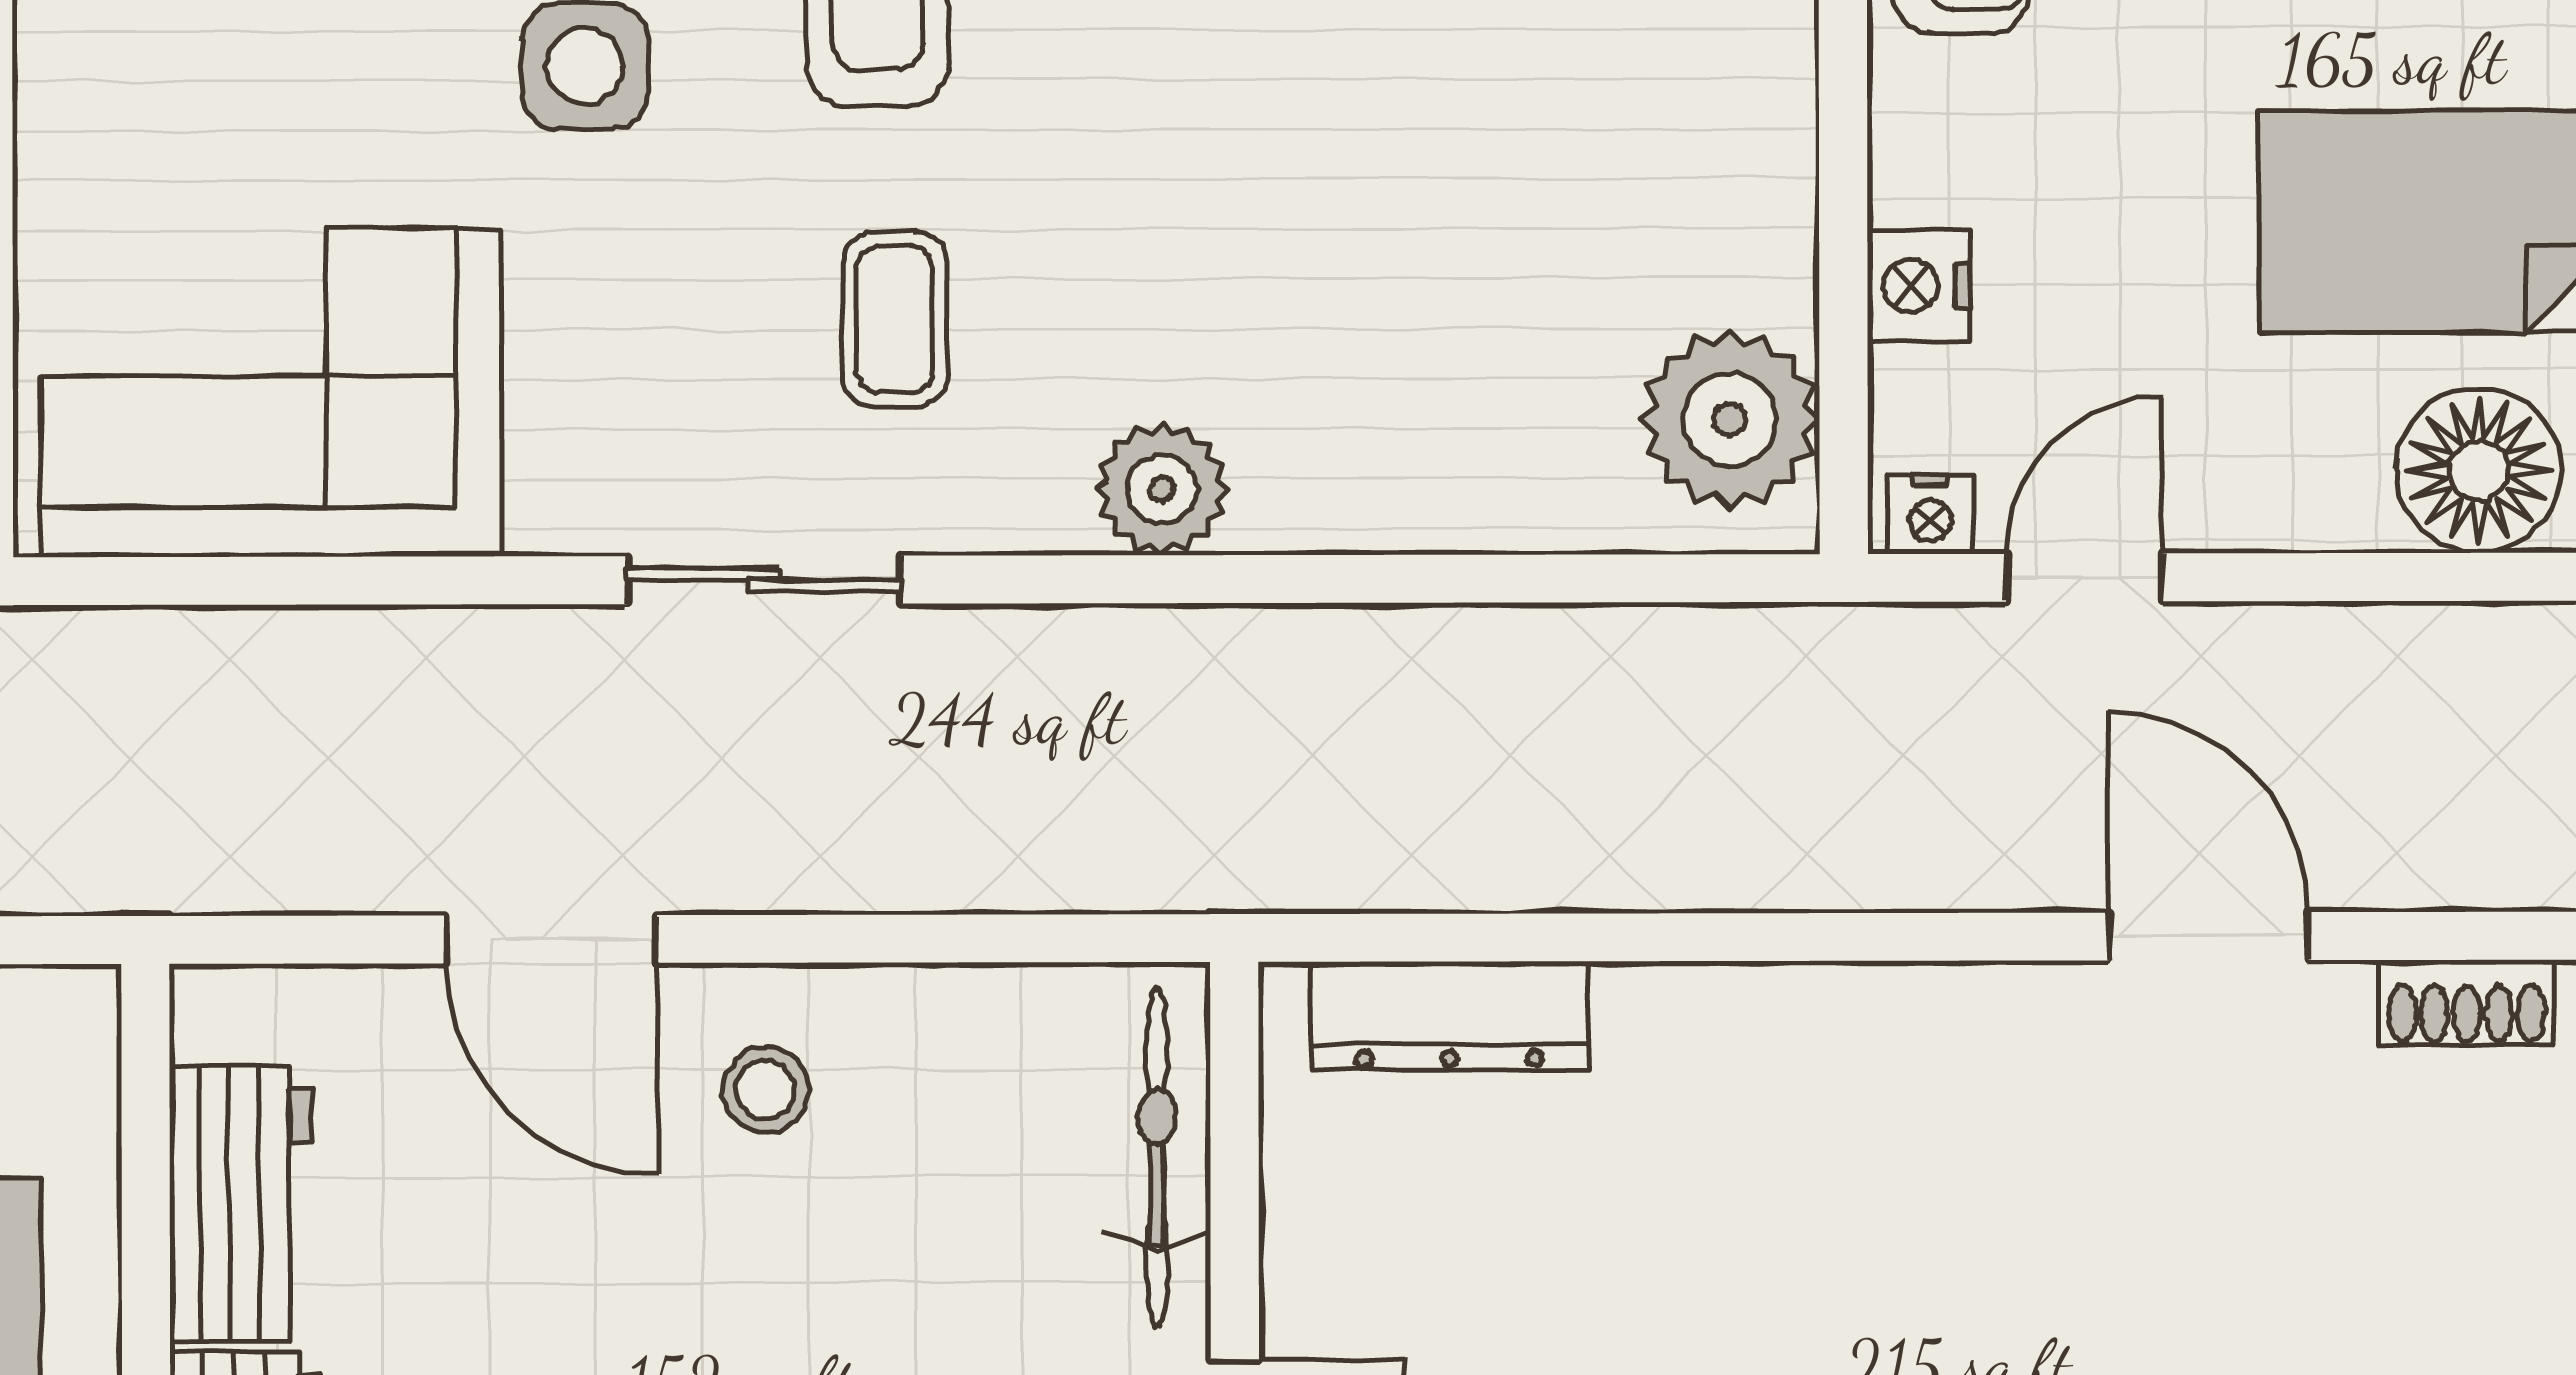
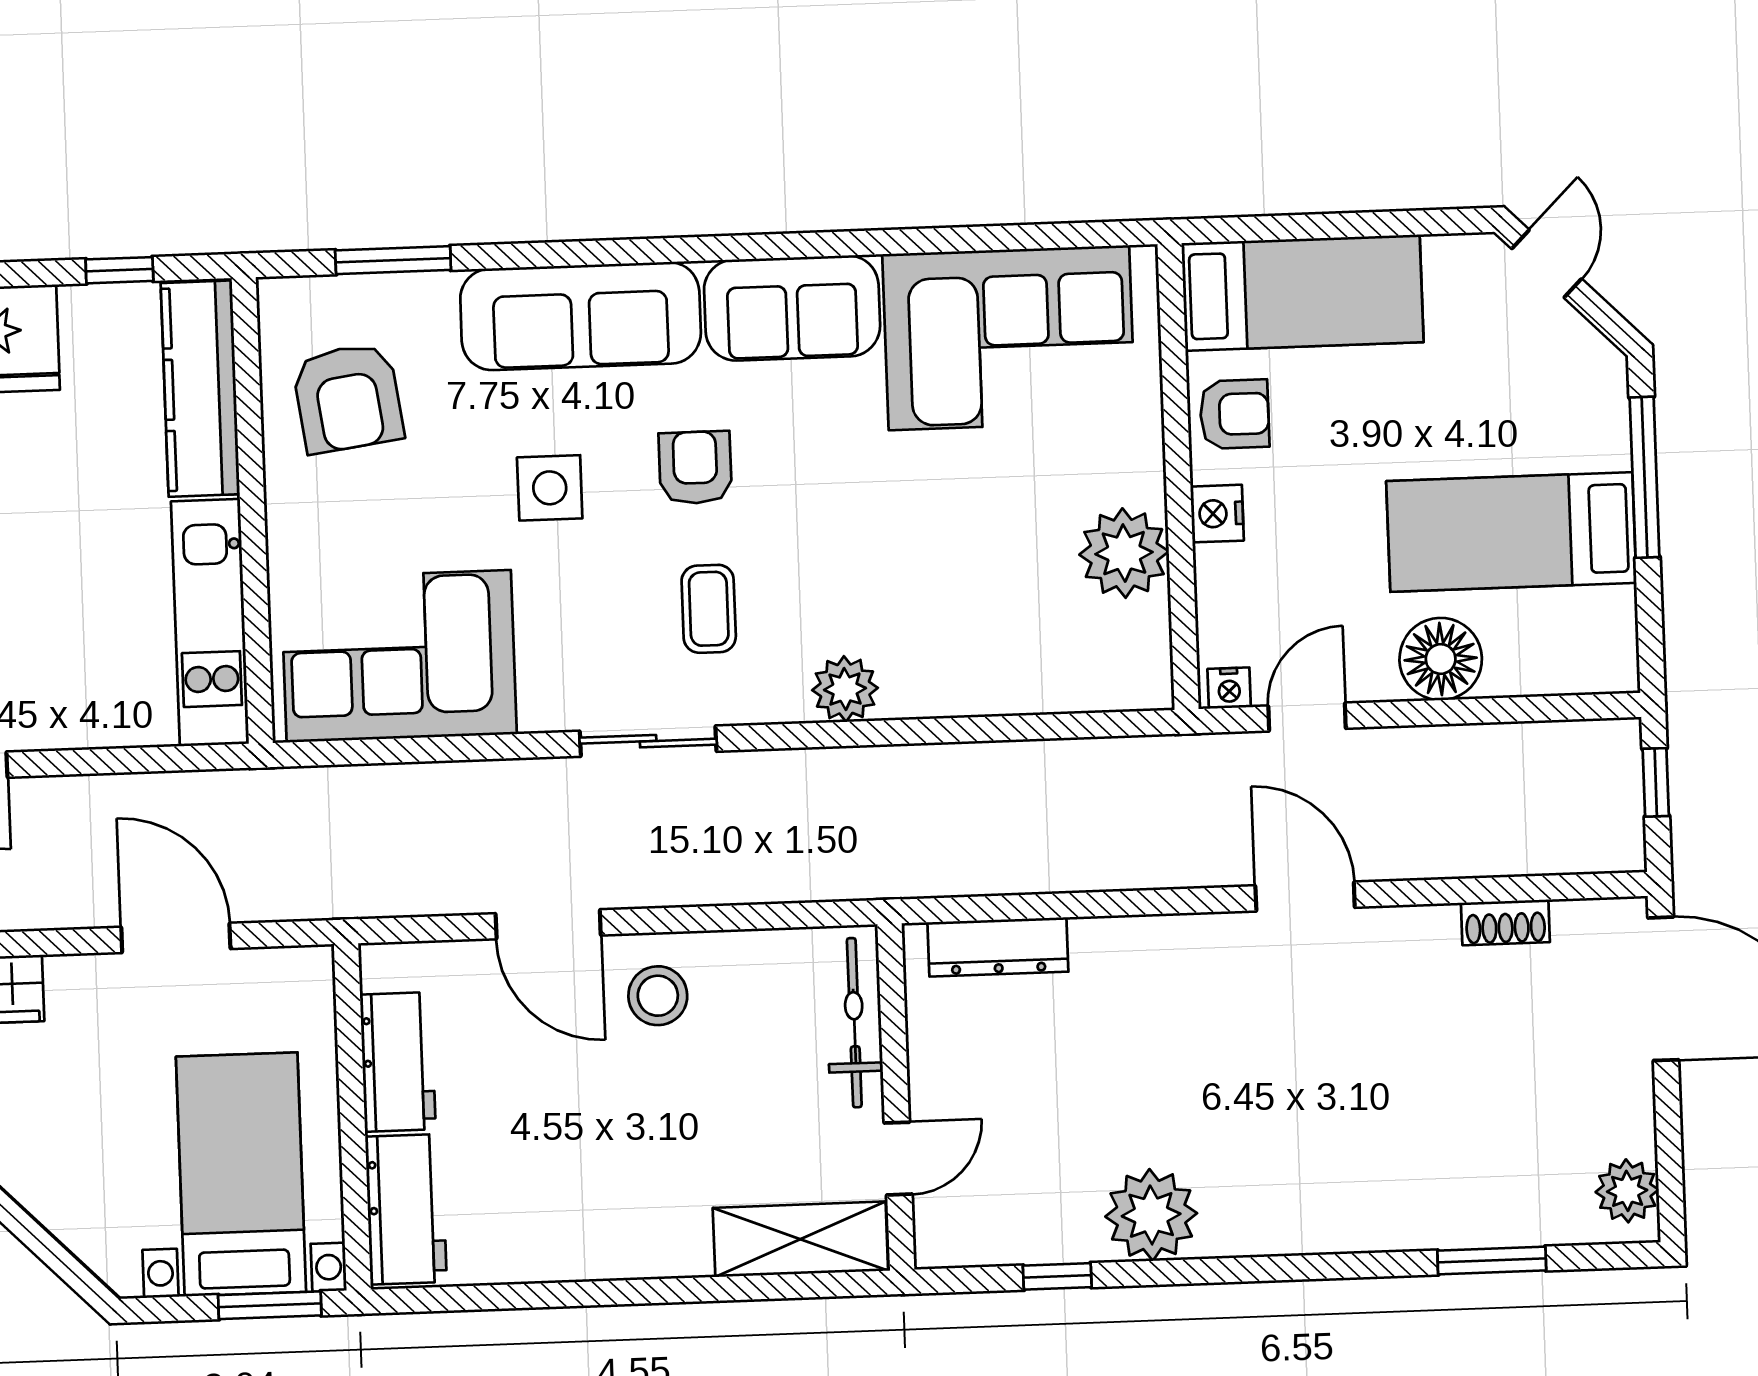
nightstand: (1919, 286) -> (1217, 514), moved
plant: (1730, 419) -> (1124, 553), moved
floor lamp: (2479, 470) -> (1441, 659), moved
door: (2209, 936) -> (1305, 897), moved
stool: (766, 1090) -> (658, 996), width x1.37, depth x1.37

